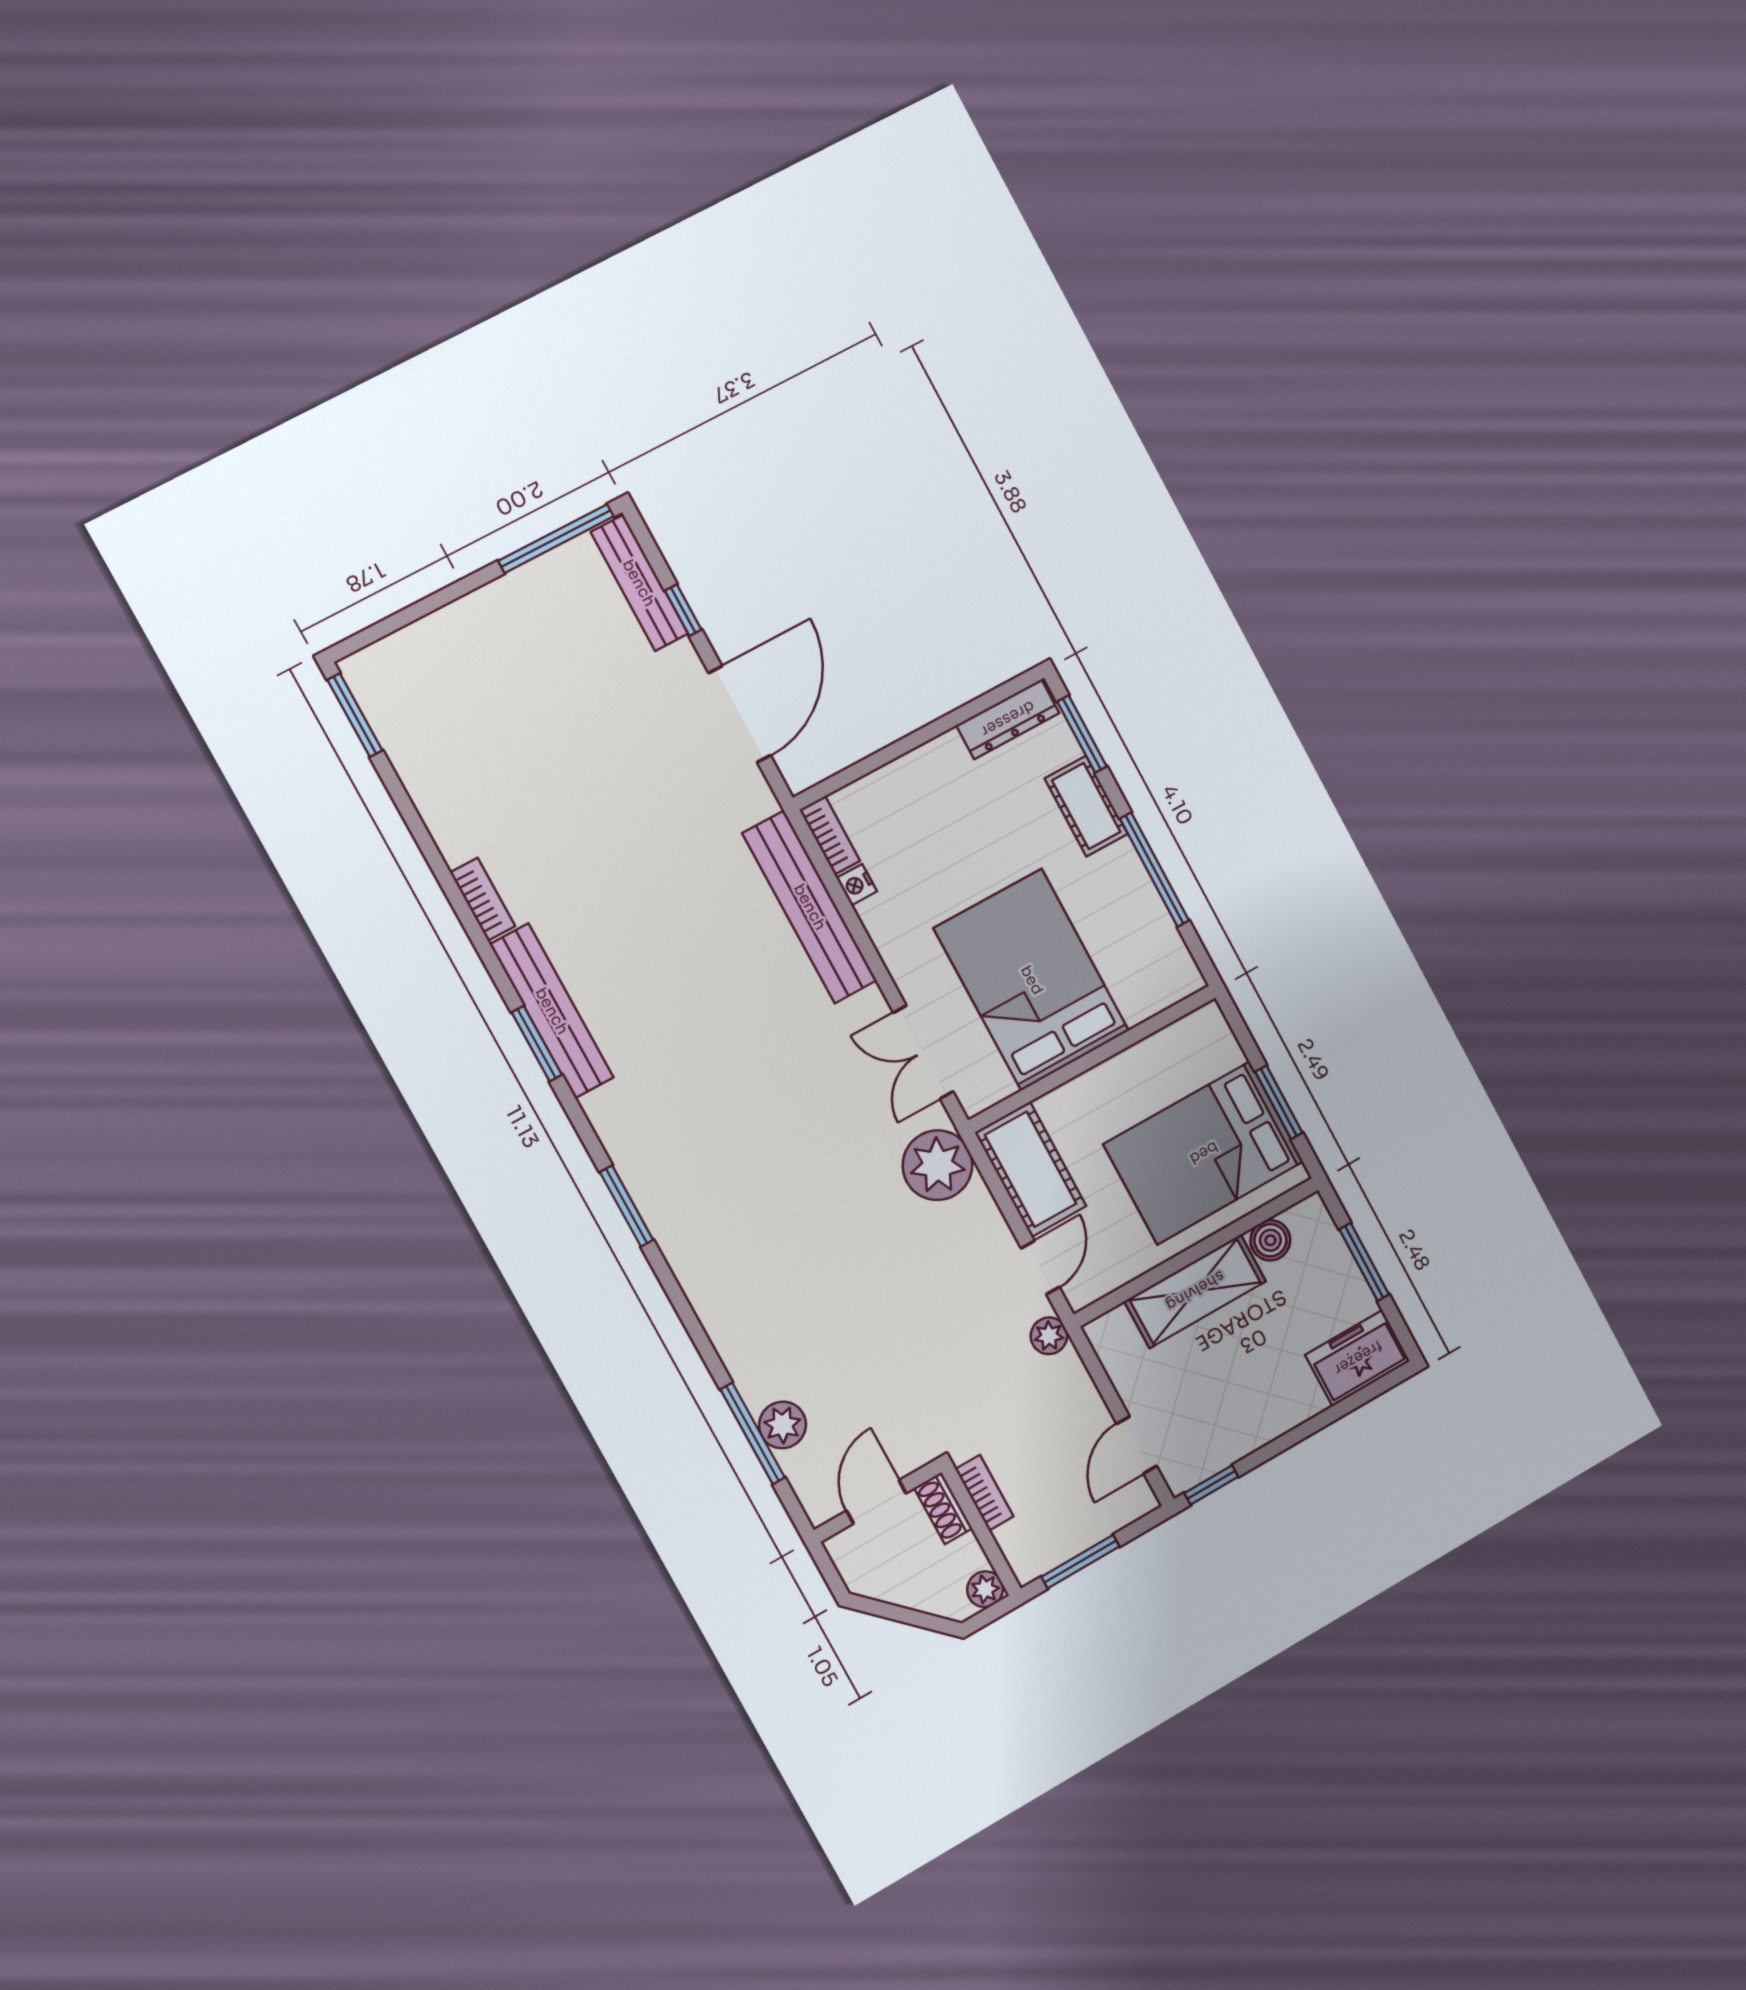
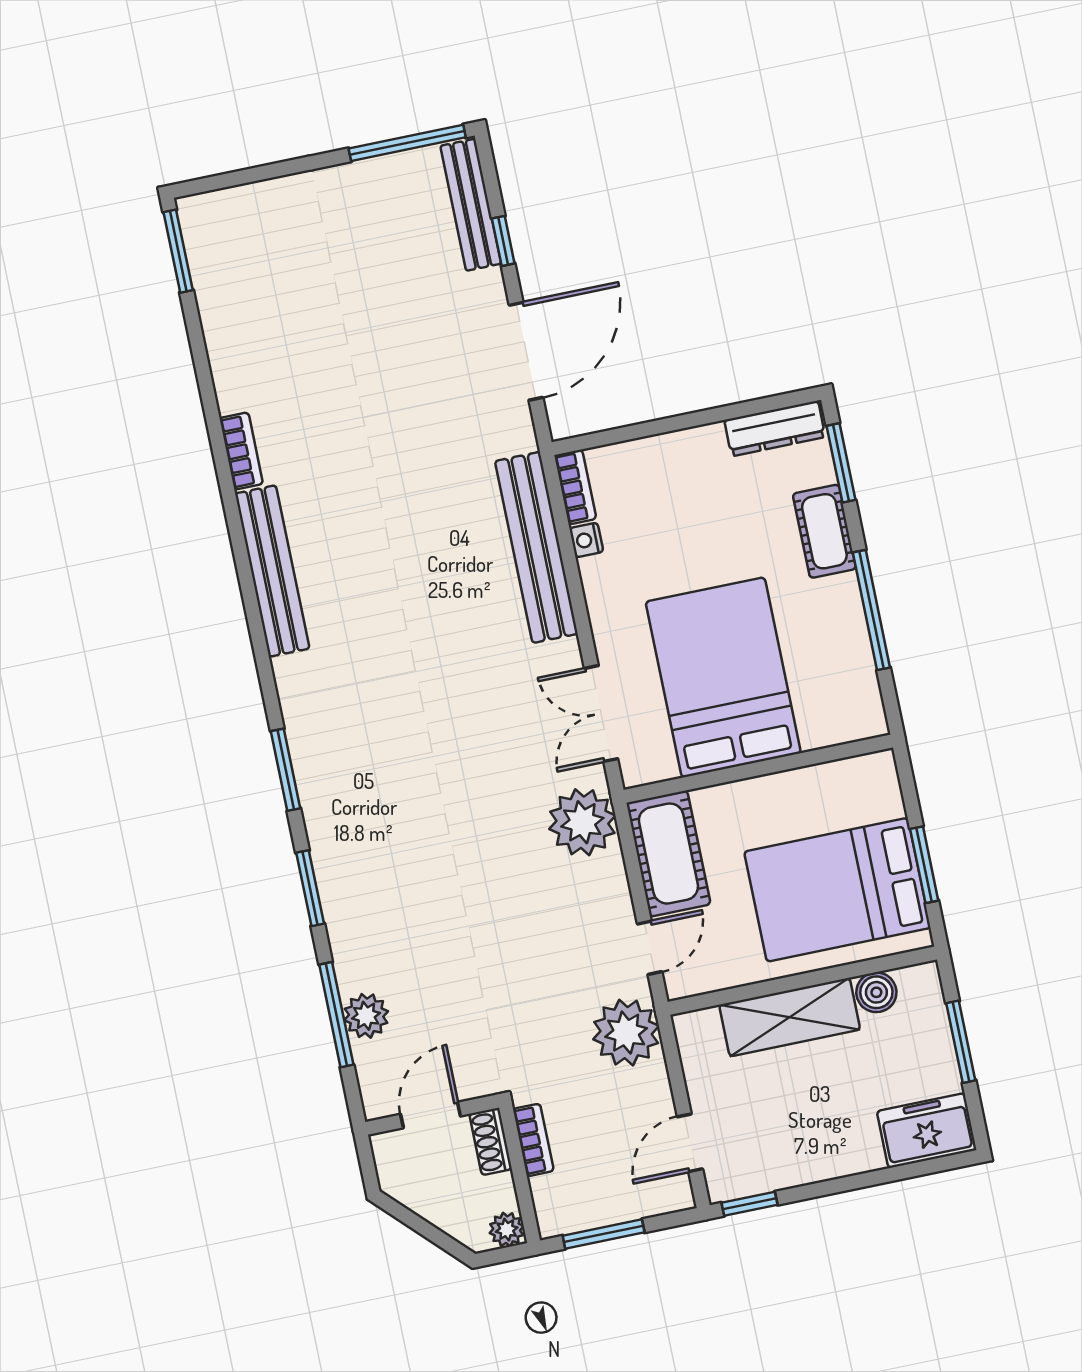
window: (537, 1044) -> (310, 888), moved
plant: (1049, 1336) -> (626, 1033), width x1.87, depth x1.87

